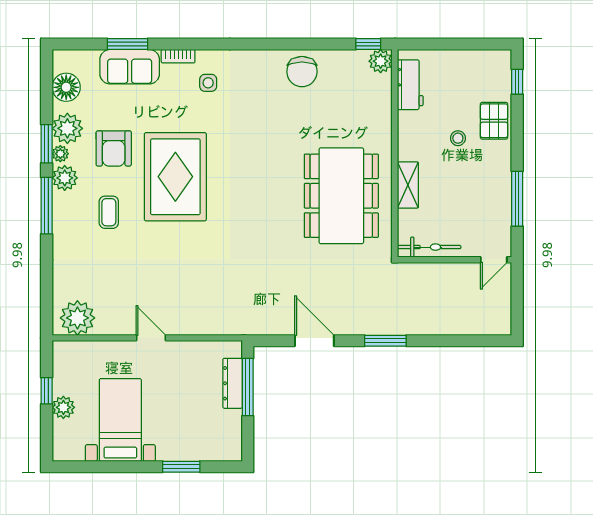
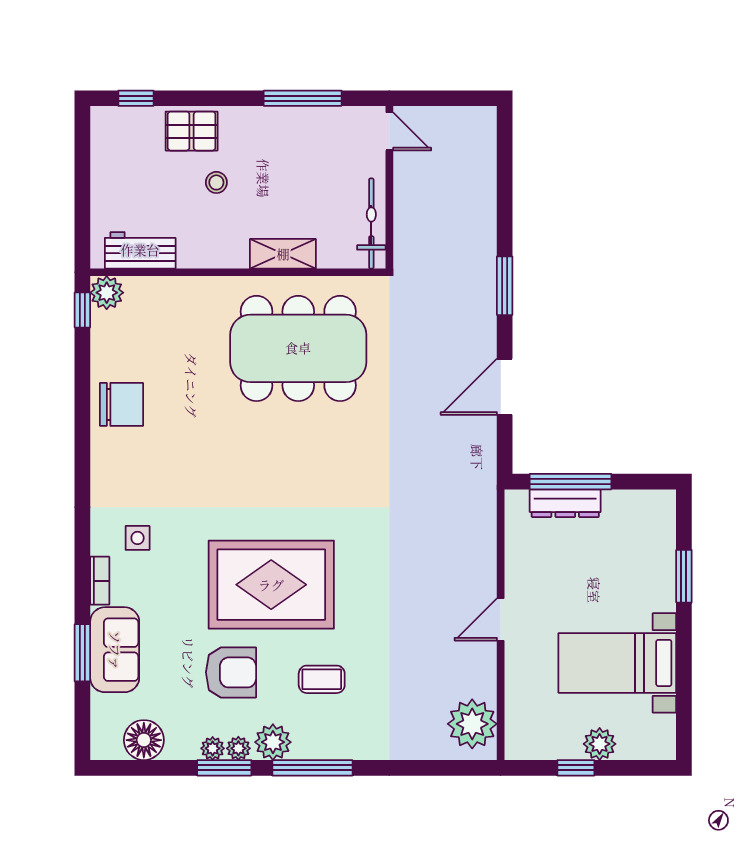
plant: (67, 128) -> (213, 748), width x0.53, depth x0.53

